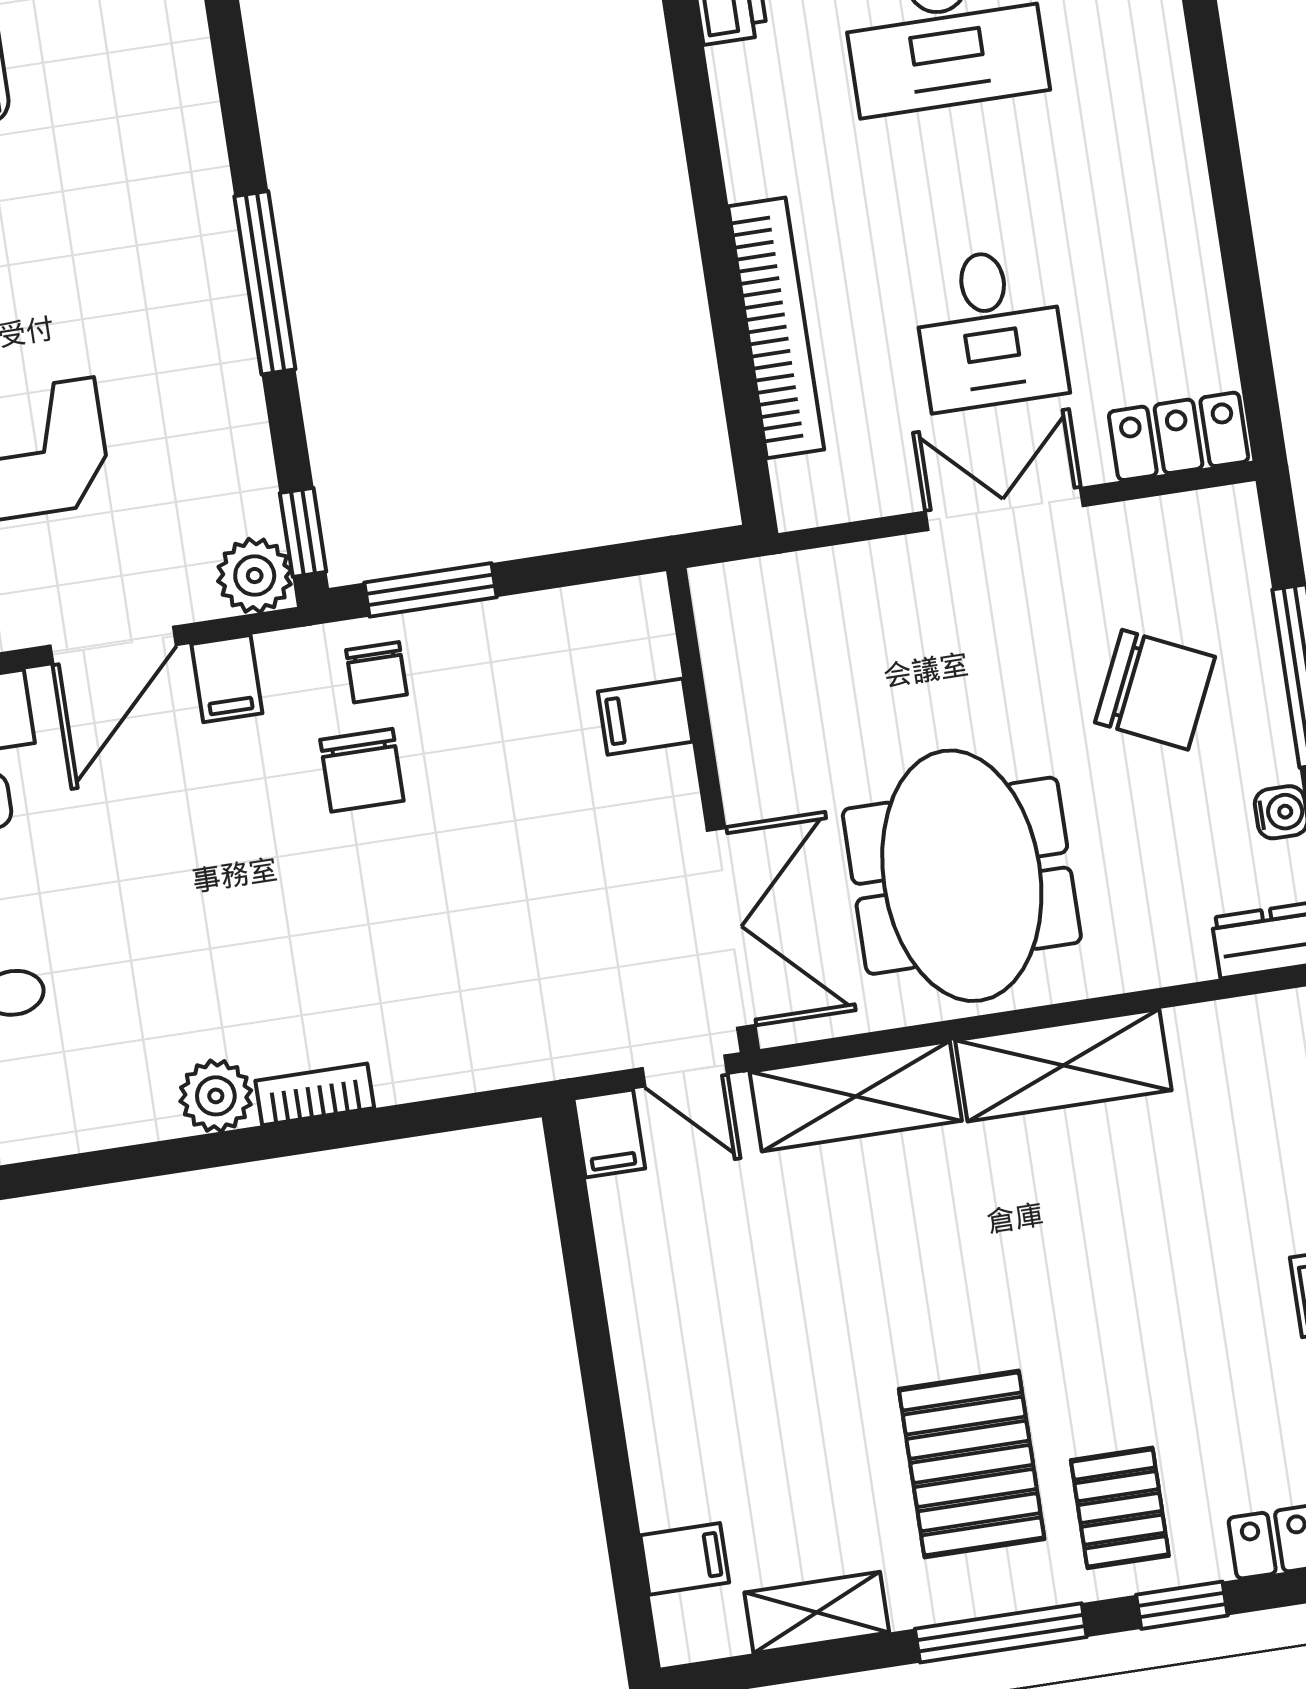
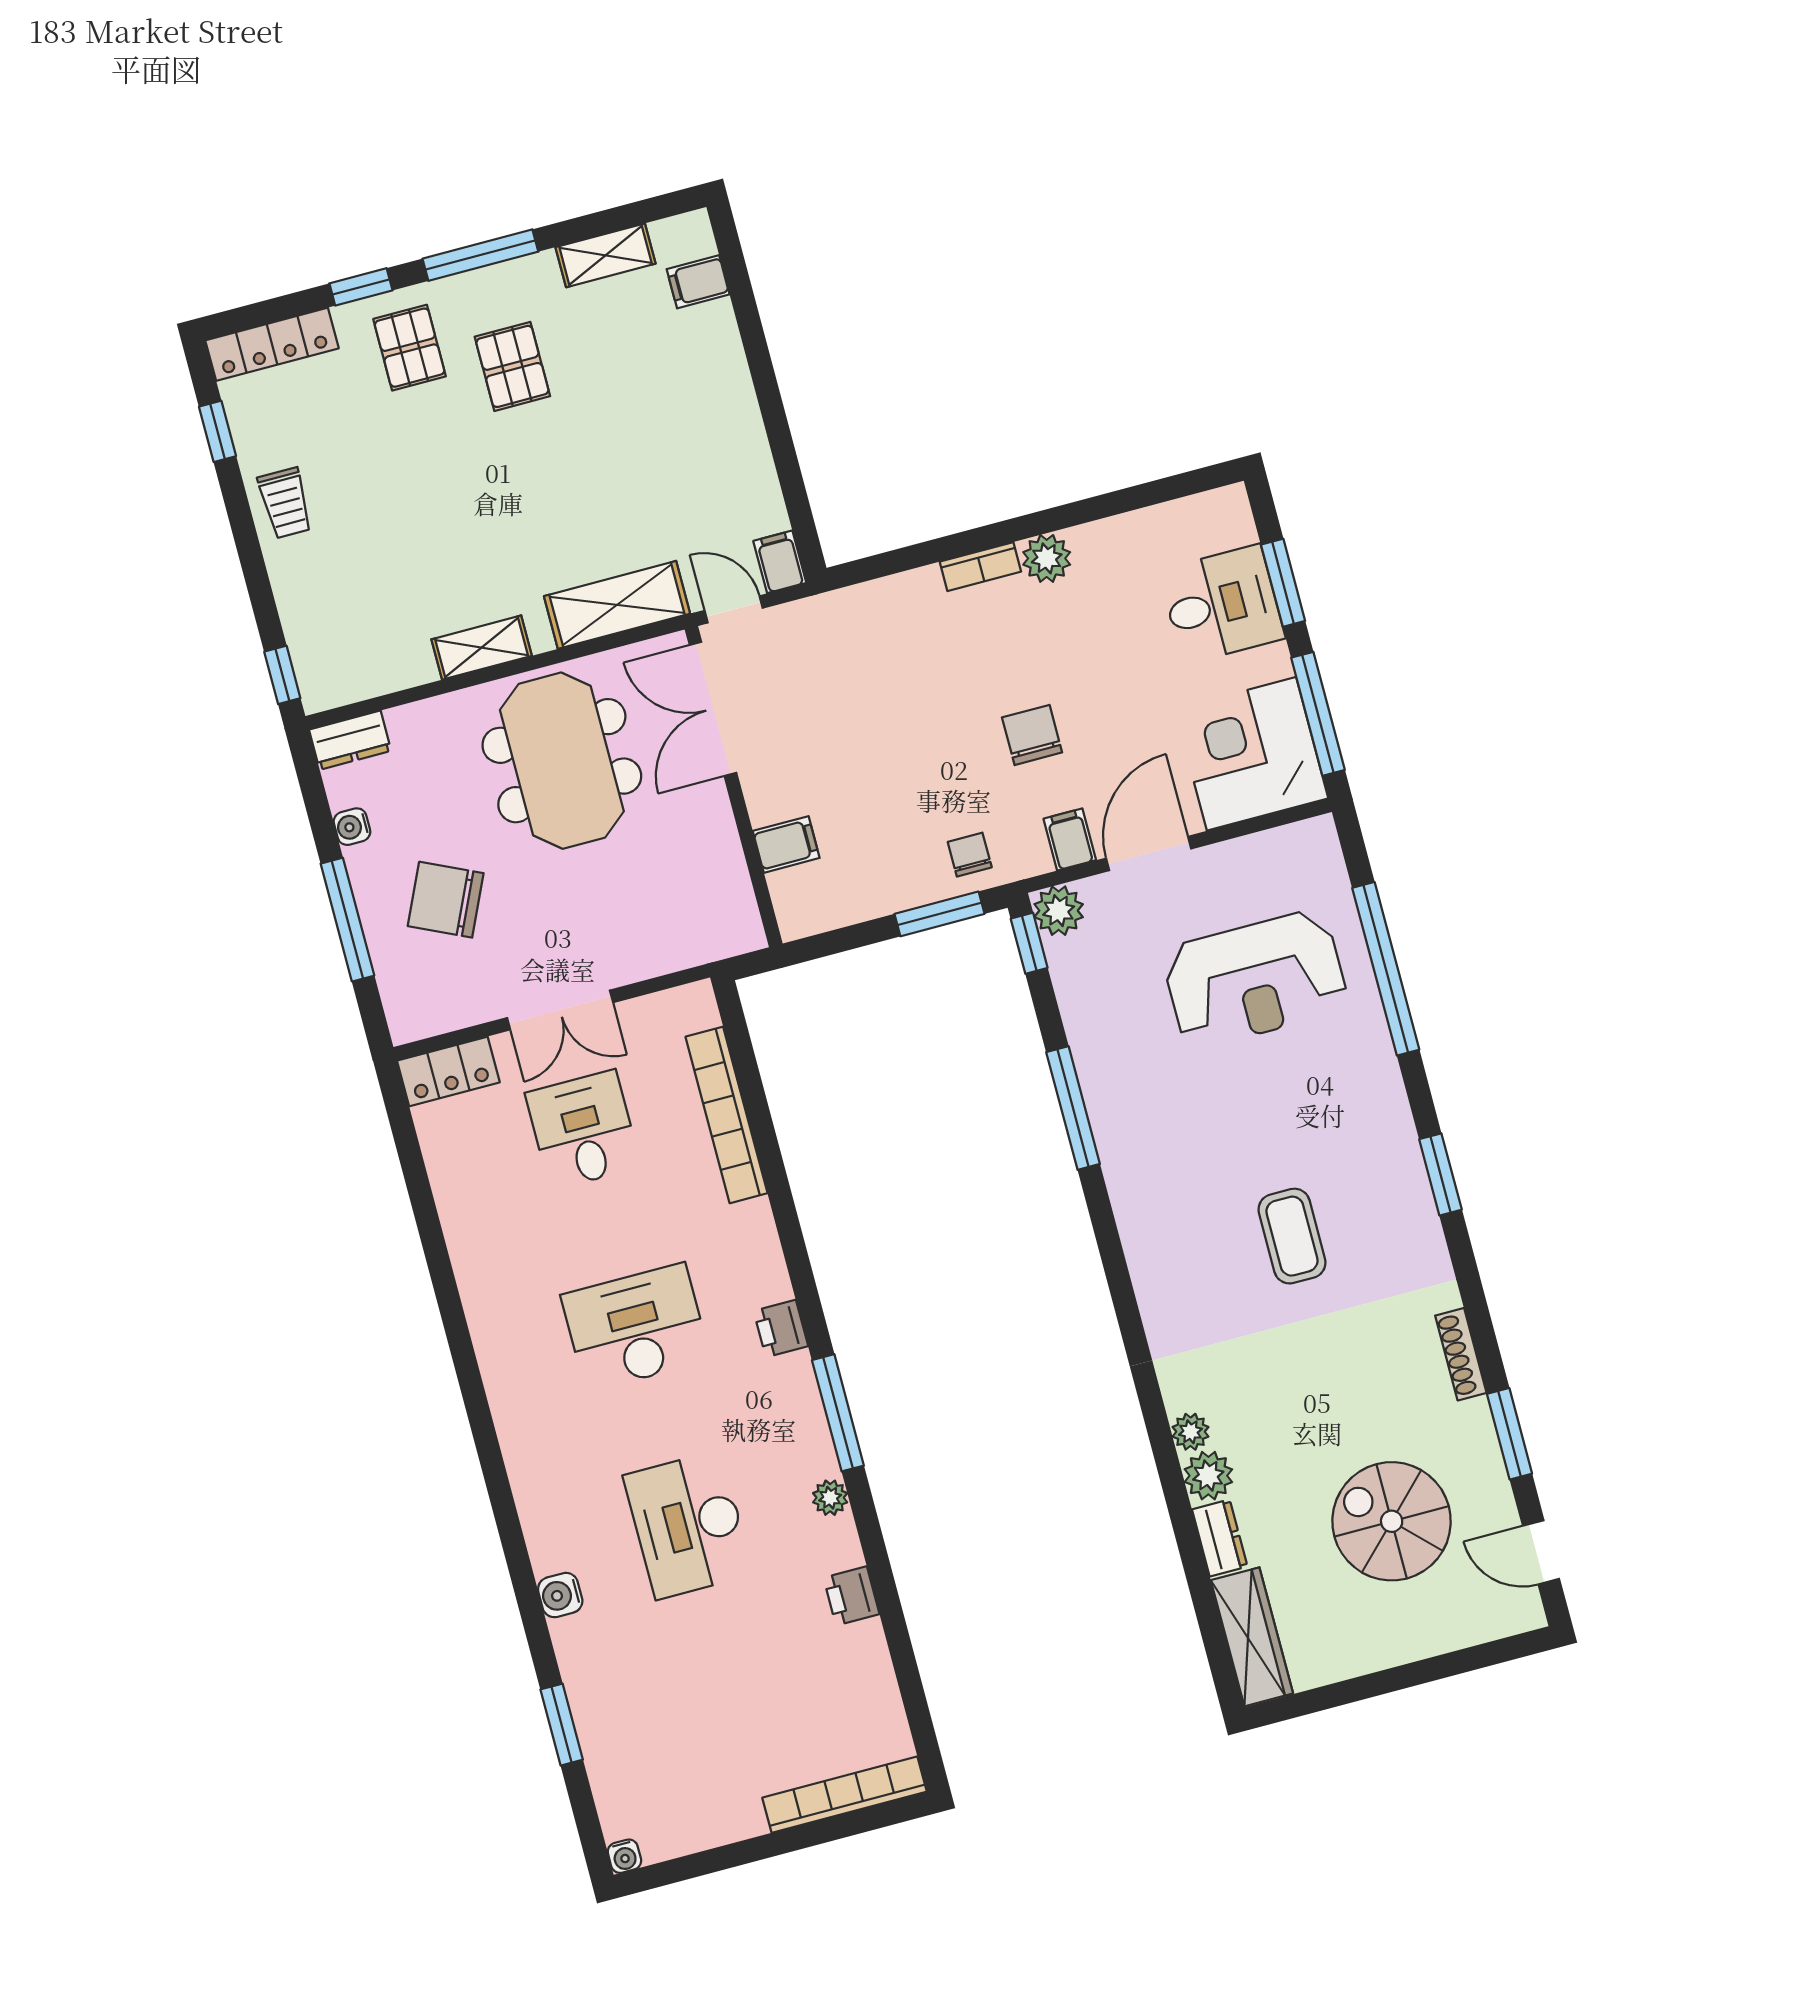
chair: (362, 770) -> (1032, 735), moved
shelving: (1063, 1065) -> (482, 648), width x0.67, depth x0.75
pallet: (972, 1464) -> (512, 366), width x0.67, depth x0.71

